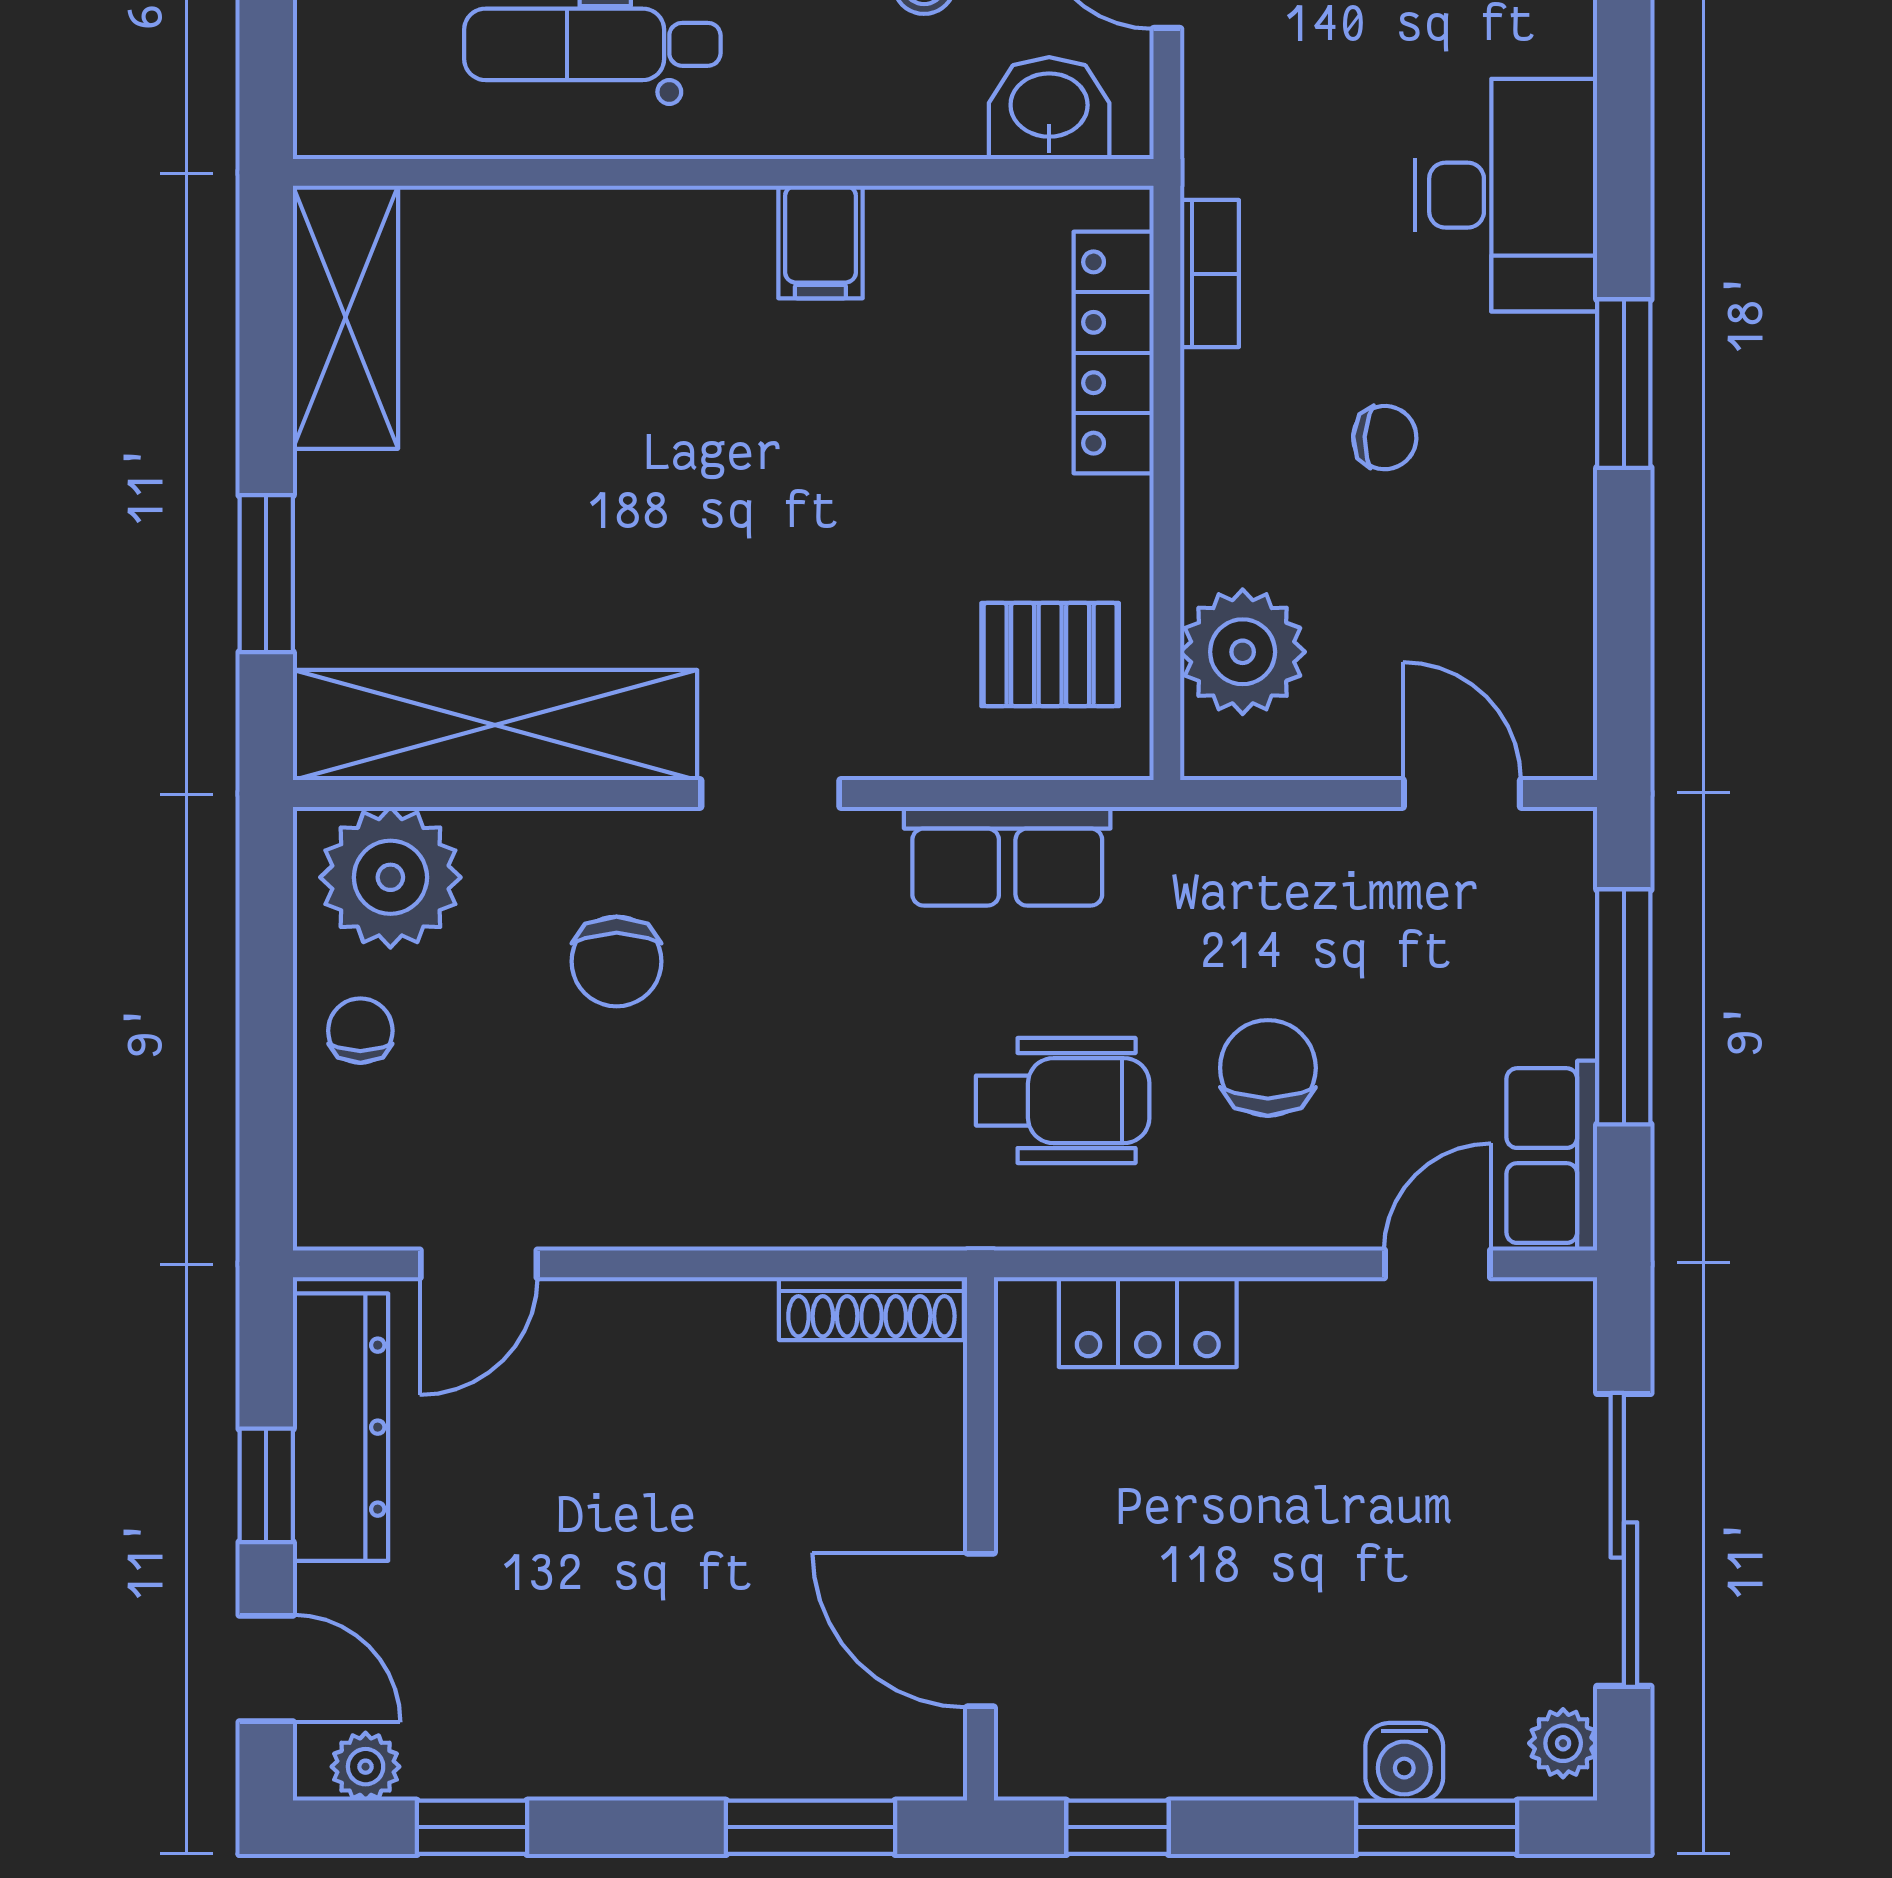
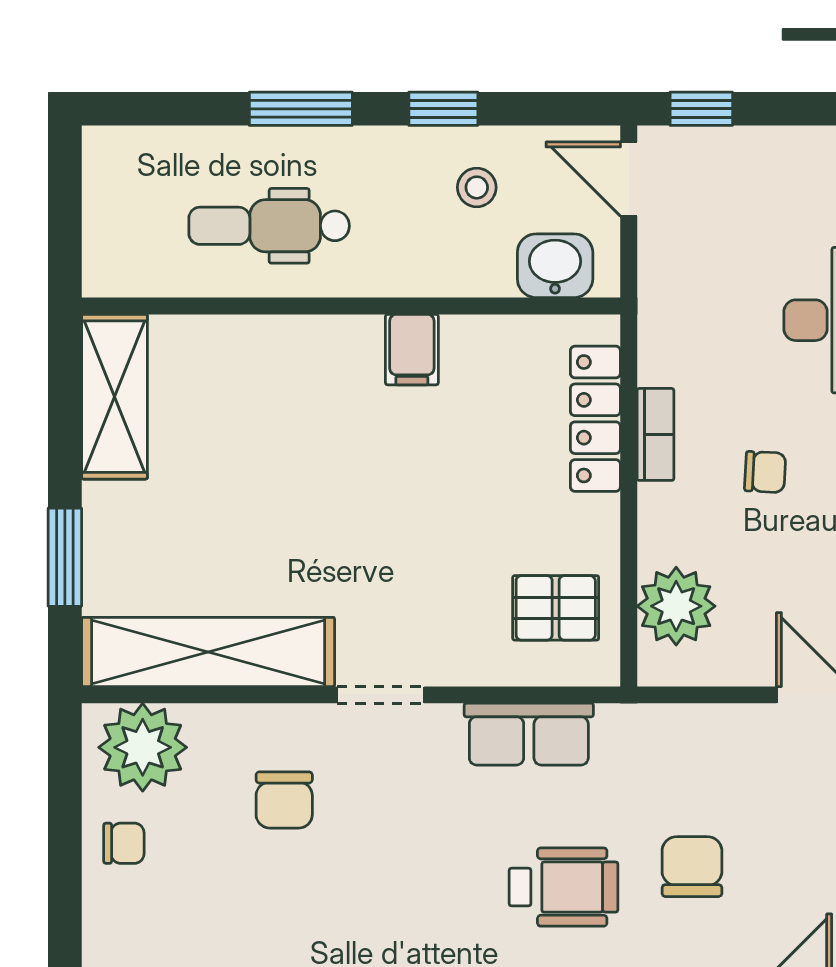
bookcase: (1210, 274) -> (655, 434), moved
chair: (360, 1031) -> (124, 843), turned 90

